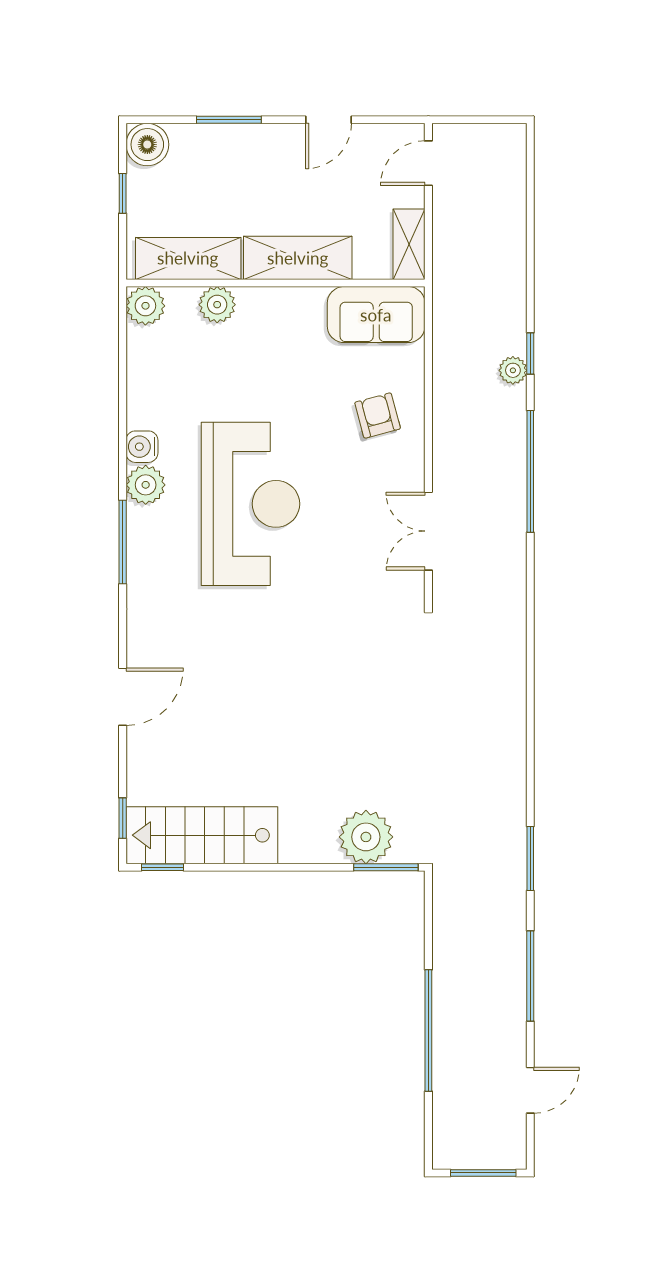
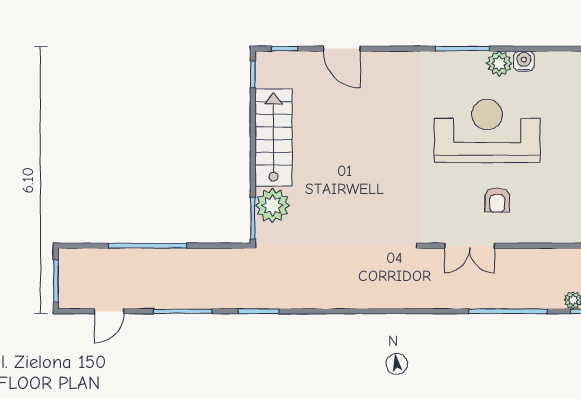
armchair: (378, 416) -> (497, 200), moved, turned 105
reception desk: (250, 504) -> (487, 131), turned 180
double door: (428, 531) -> (469, 246), swing flipped
door: (123, 697) -> (342, 49), moved
stairs: (202, 835) -> (273, 138), moved
door: (530, 1090) -> (109, 311), hinge flipped

